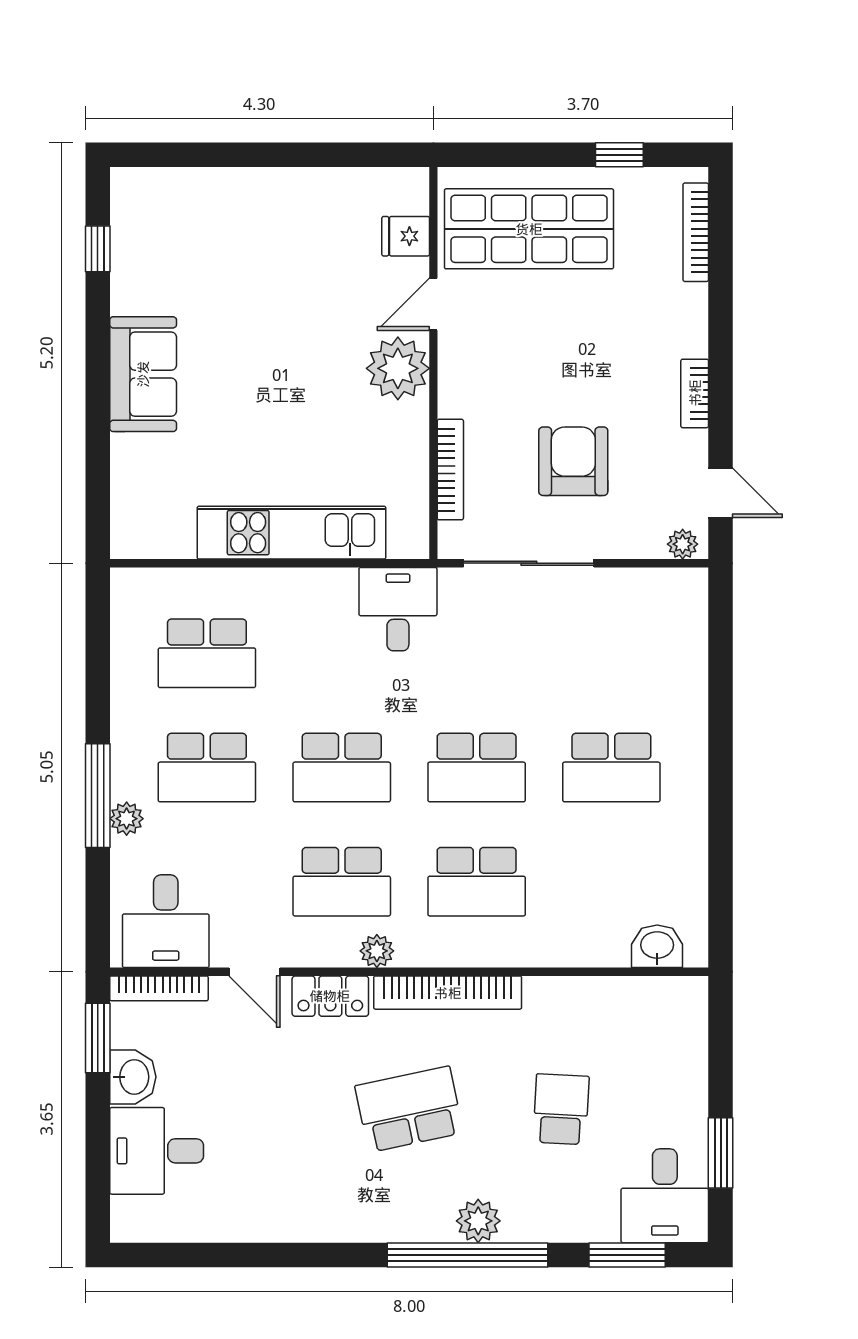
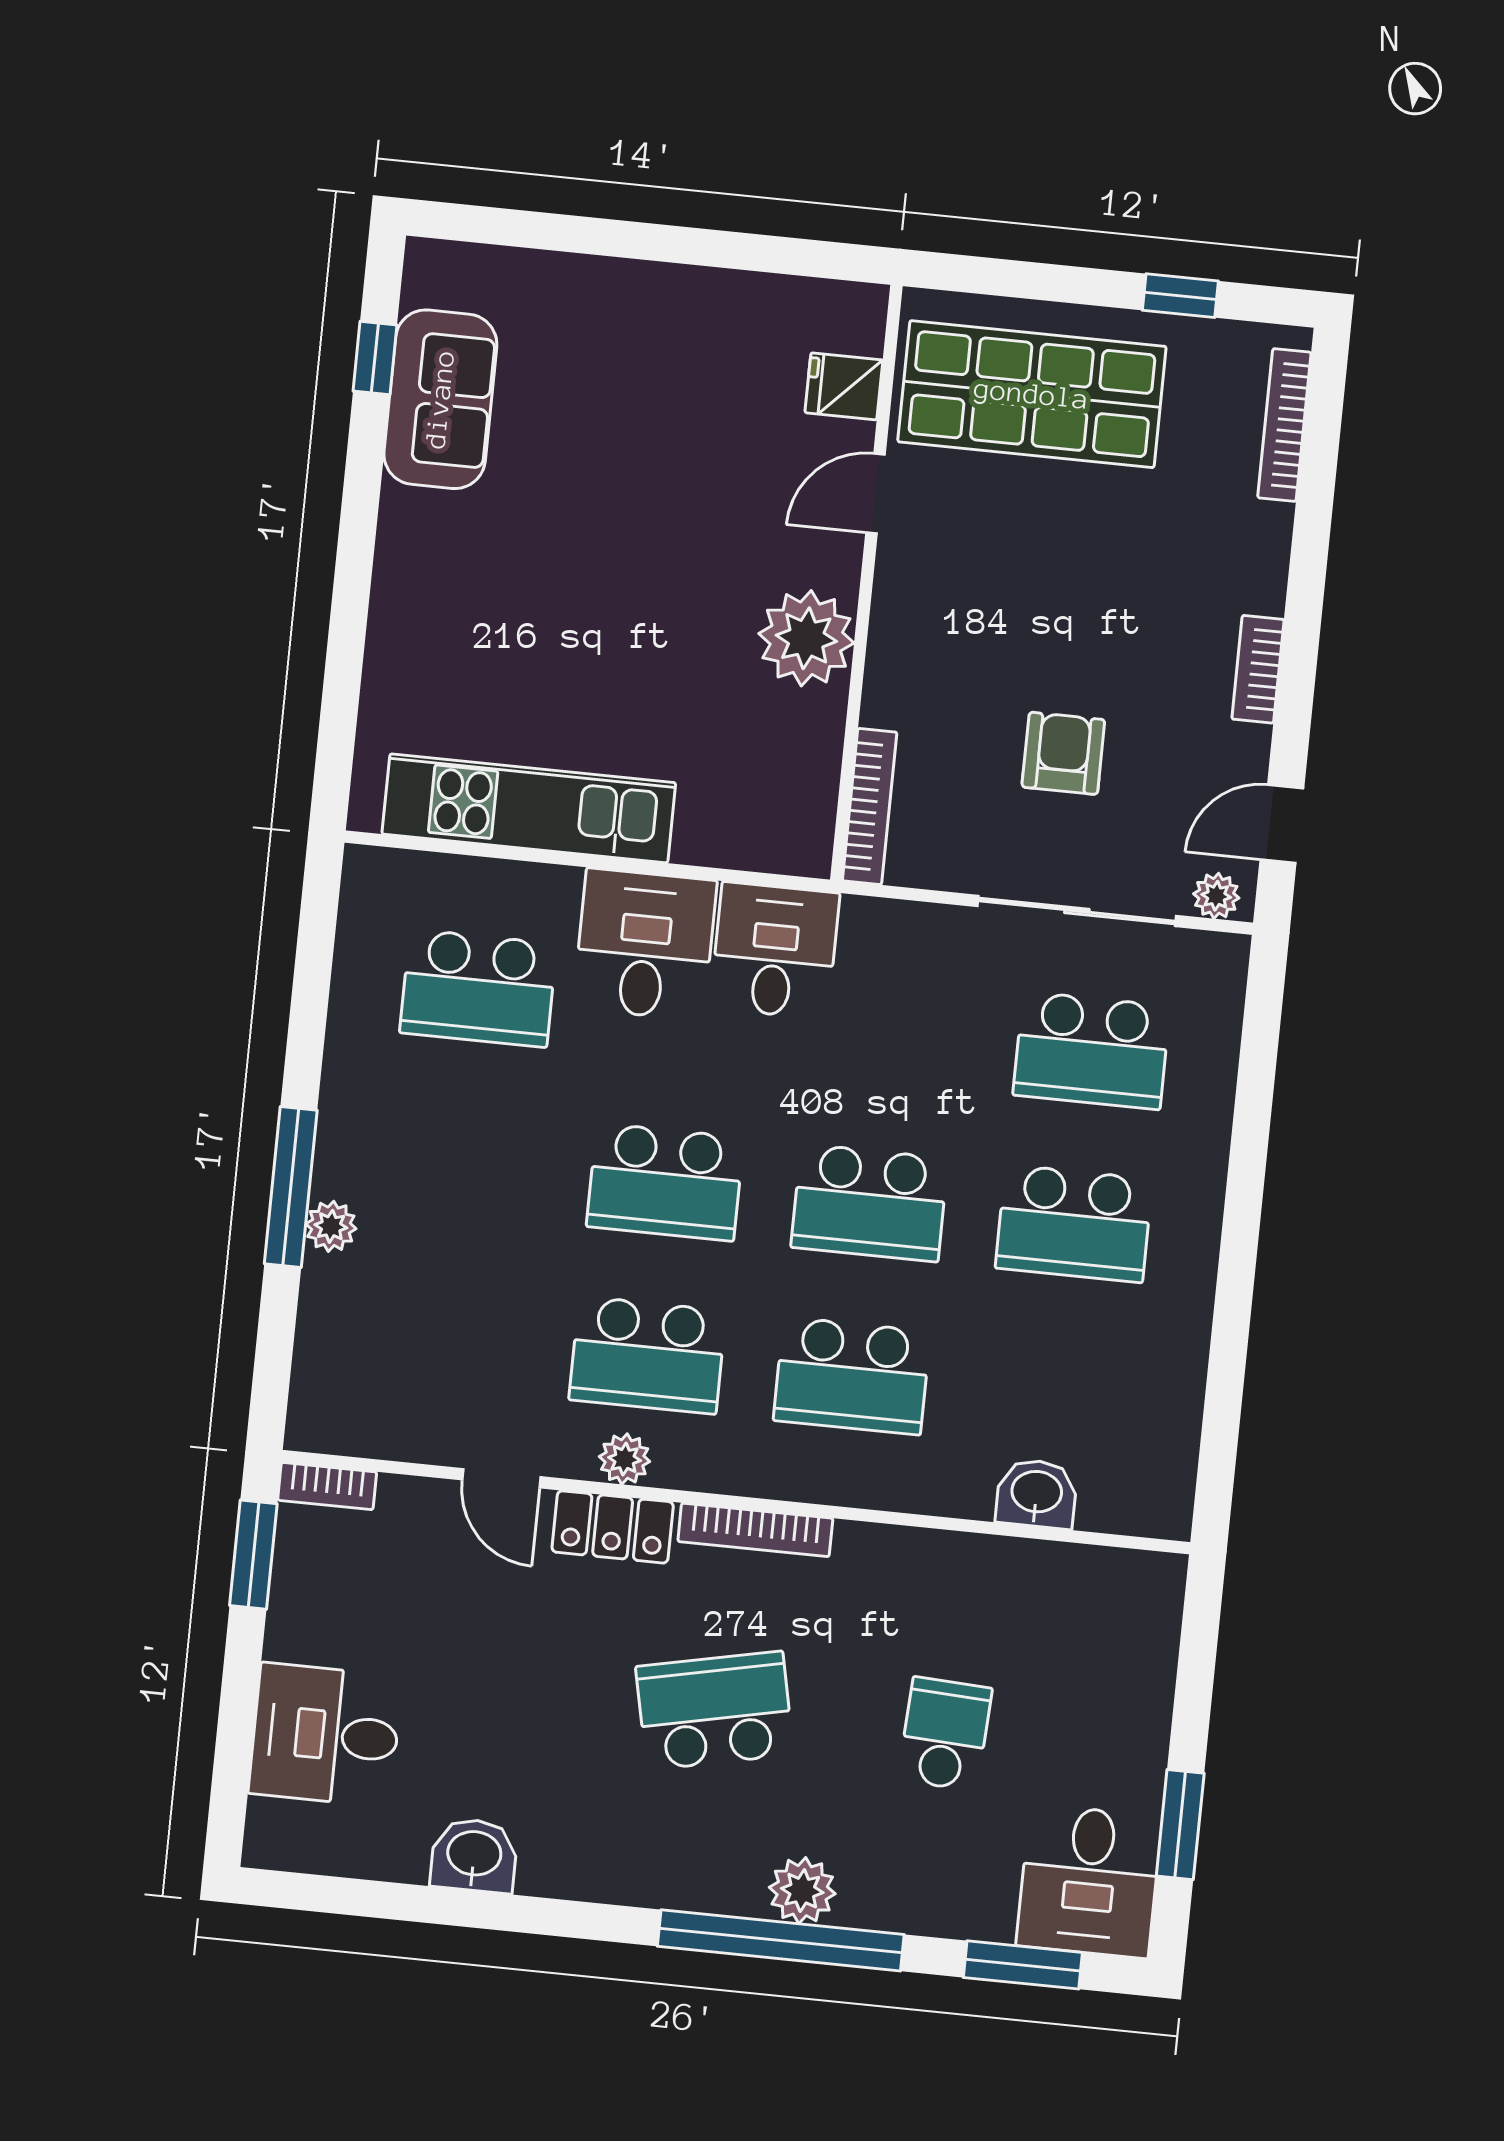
plant: (398, 368) -> (806, 638), moved
sofa: (143, 374) -> (440, 399), moved
armchair: (573, 461) -> (1063, 753), width x0.72, depth x0.72
bookcase: (450, 470) -> (870, 807), moved
door: (721, 493) -> (1282, 824), swing flipped
kitchen unit: (291, 533) -> (529, 808), moved
sliding door: (529, 563) -> (1077, 911), moved
school desk: (207, 767) -> (1092, 1050), moved
desk: (166, 921) -> (645, 944), moved, turned 180
washbasin: (657, 946) -> (1037, 1494), moved
plant: (377, 951) -> (625, 1459), moved
bookcase: (159, 988) -> (327, 1486), width x0.64
bookcase: (448, 993) -> (755, 1530), width x0.68, depth x0.76
washbasin: (133, 1077) -> (474, 1855), moved, turned -90

